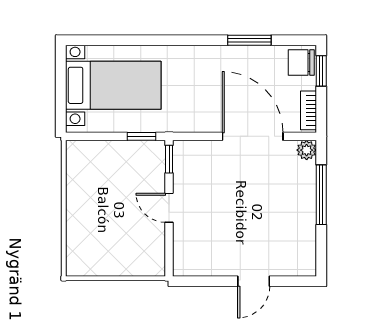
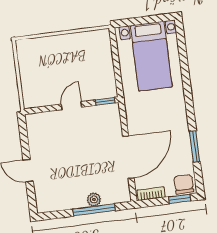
window: (141, 136) -> (118, 80), removed
plant: (307, 150) -> (94, 199), moved

